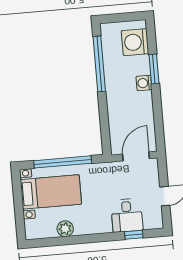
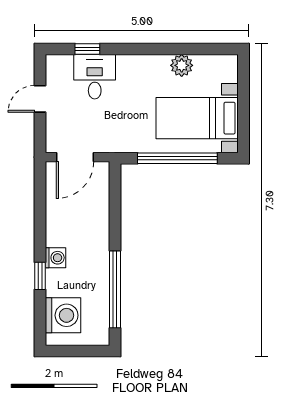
window: (154, 69) -> (40, 276), width x0.67

